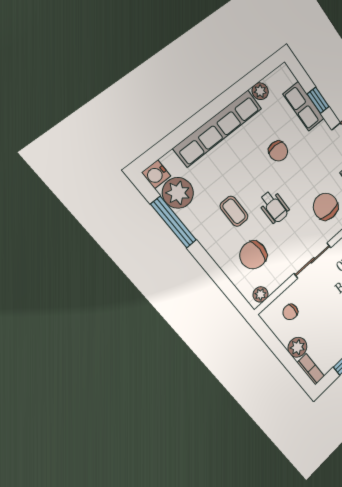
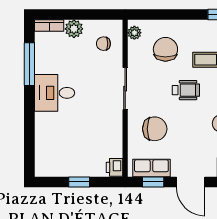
wheelchair: (274, 207) -> (186, 90), turned 180
chair: (290, 312) -> (103, 44), turned -90

